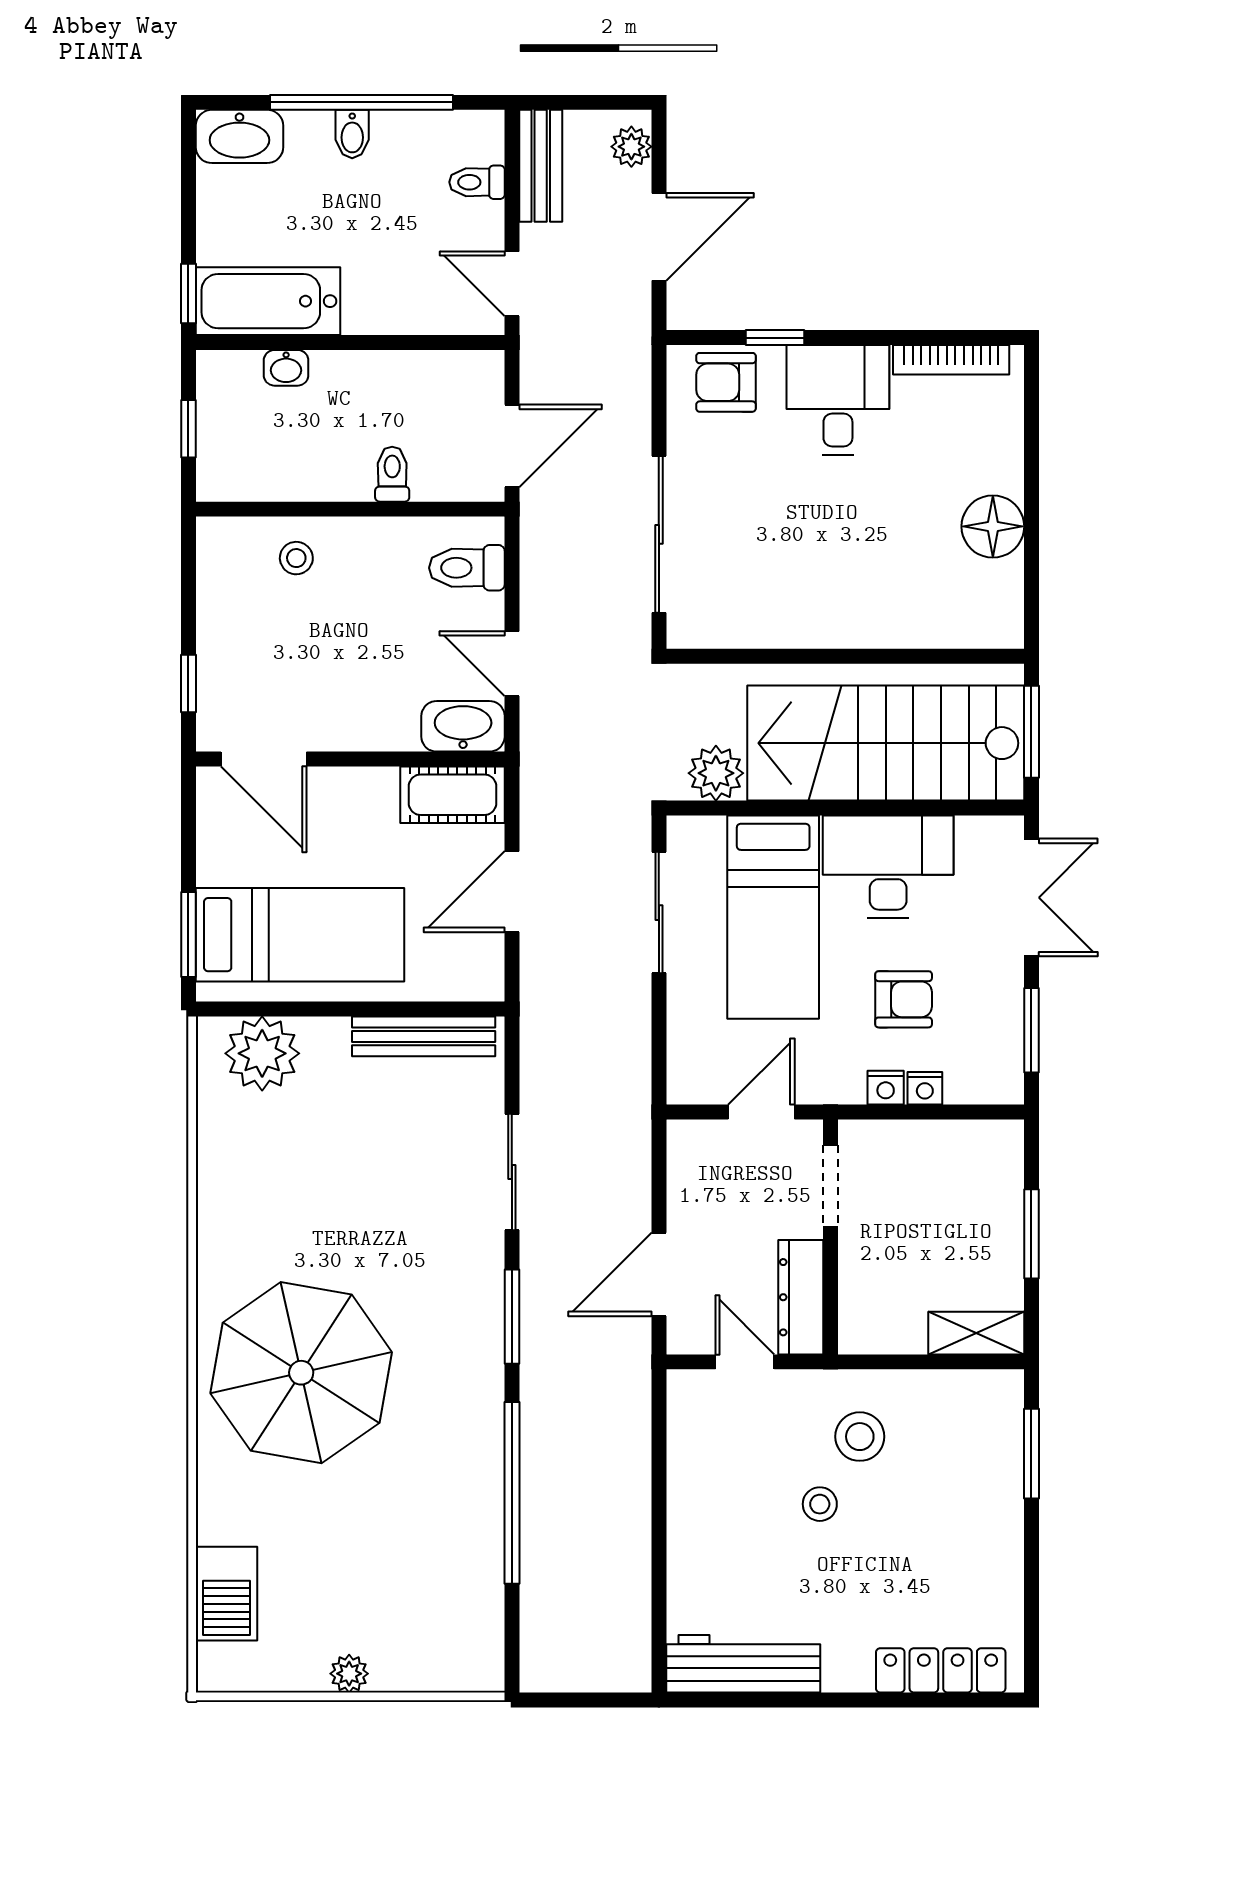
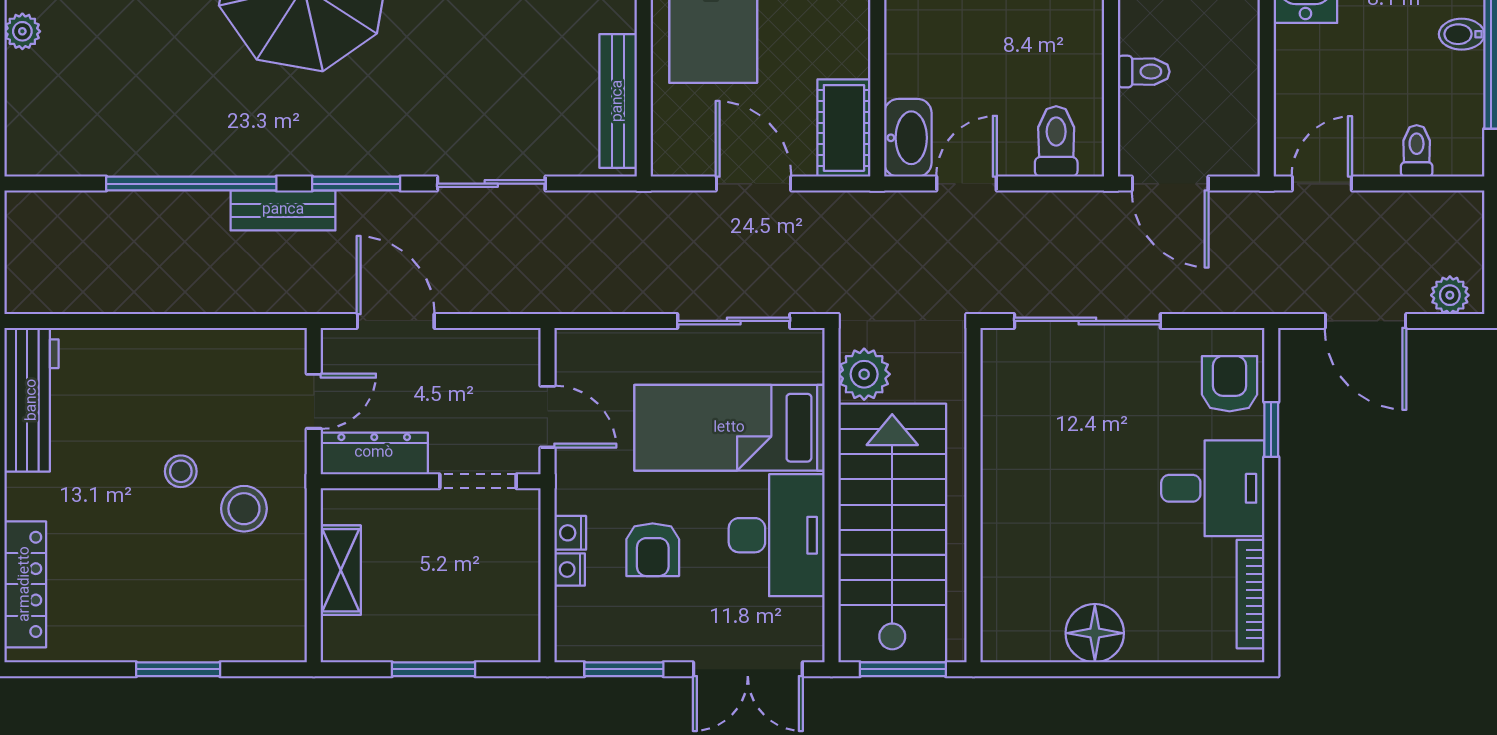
bench: (541, 166) -> (283, 210), moved
shelving: (976, 1333) -> (341, 570), moved
window: (1031, 1454) -> (178, 669), moved

